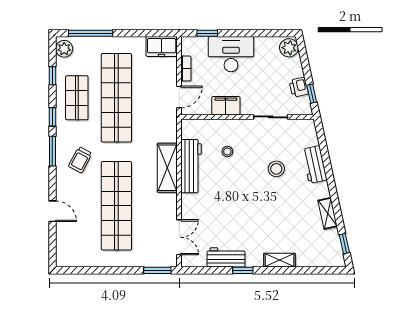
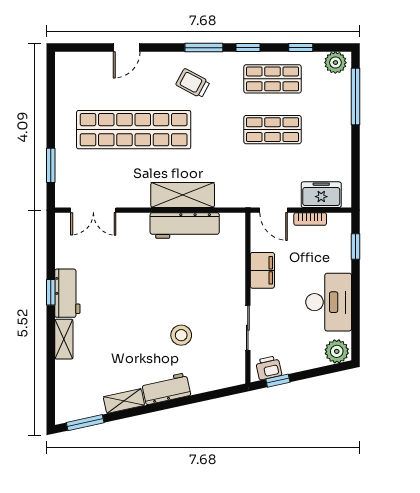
freezer: (162, 46) -> (321, 195), moved, turned 90
desk: (231, 54) -> (329, 302), moved
printer: (299, 87) -> (269, 368), moved
shop shelf: (116, 98) -> (273, 130), width x0.50, depth x0.74
stool: (227, 151) -> (204, 272), removed
workbench: (315, 165) -> (166, 389), moved
window: (344, 244) -> (85, 423), width x1.50
workbench: (226, 257) -> (67, 293), moved
window: (157, 270) -> (51, 165), moved

